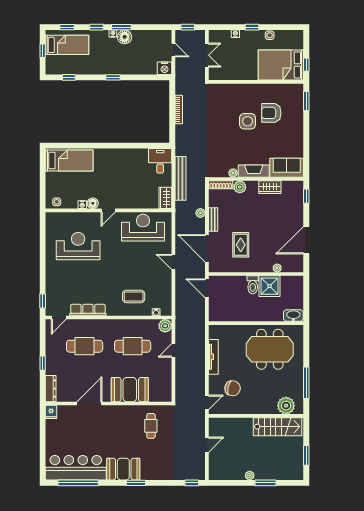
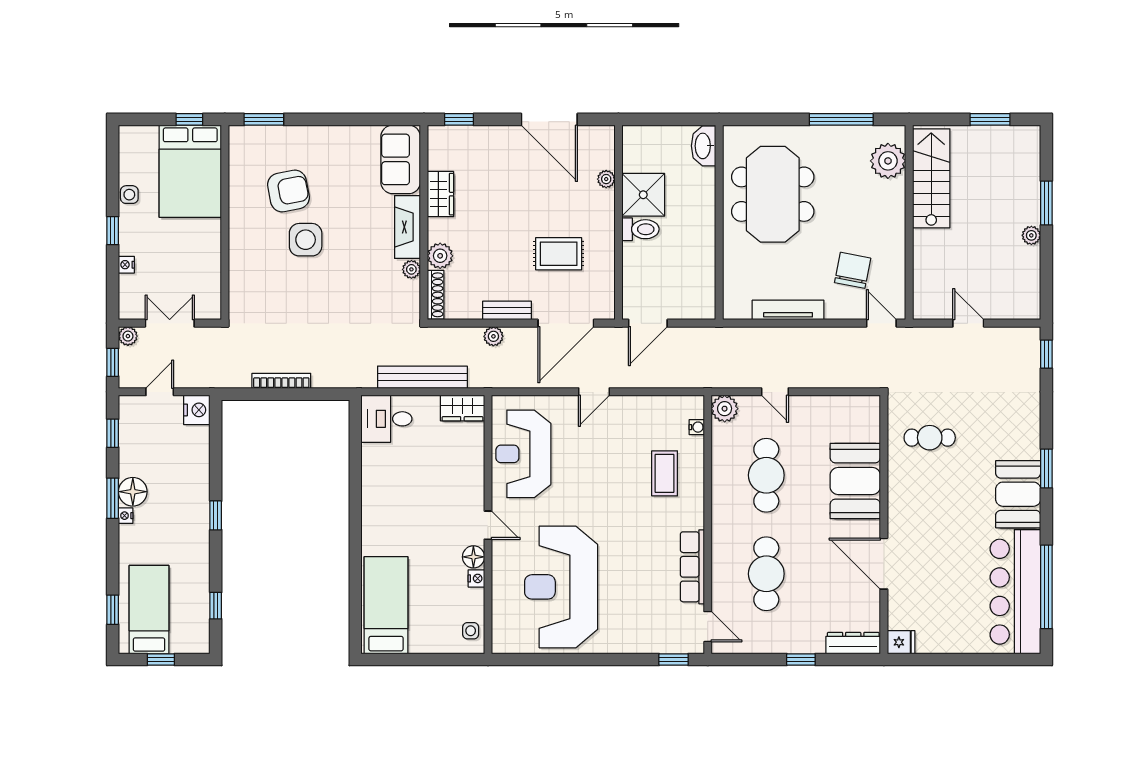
window: (96, 27) -> (113, 433), moved
plant: (201, 35) -> (128, 336), added
armchair: (271, 113) -> (288, 191), turned -101
reception desk: (78, 246) -> (561, 587), width x1.36, depth x1.30

